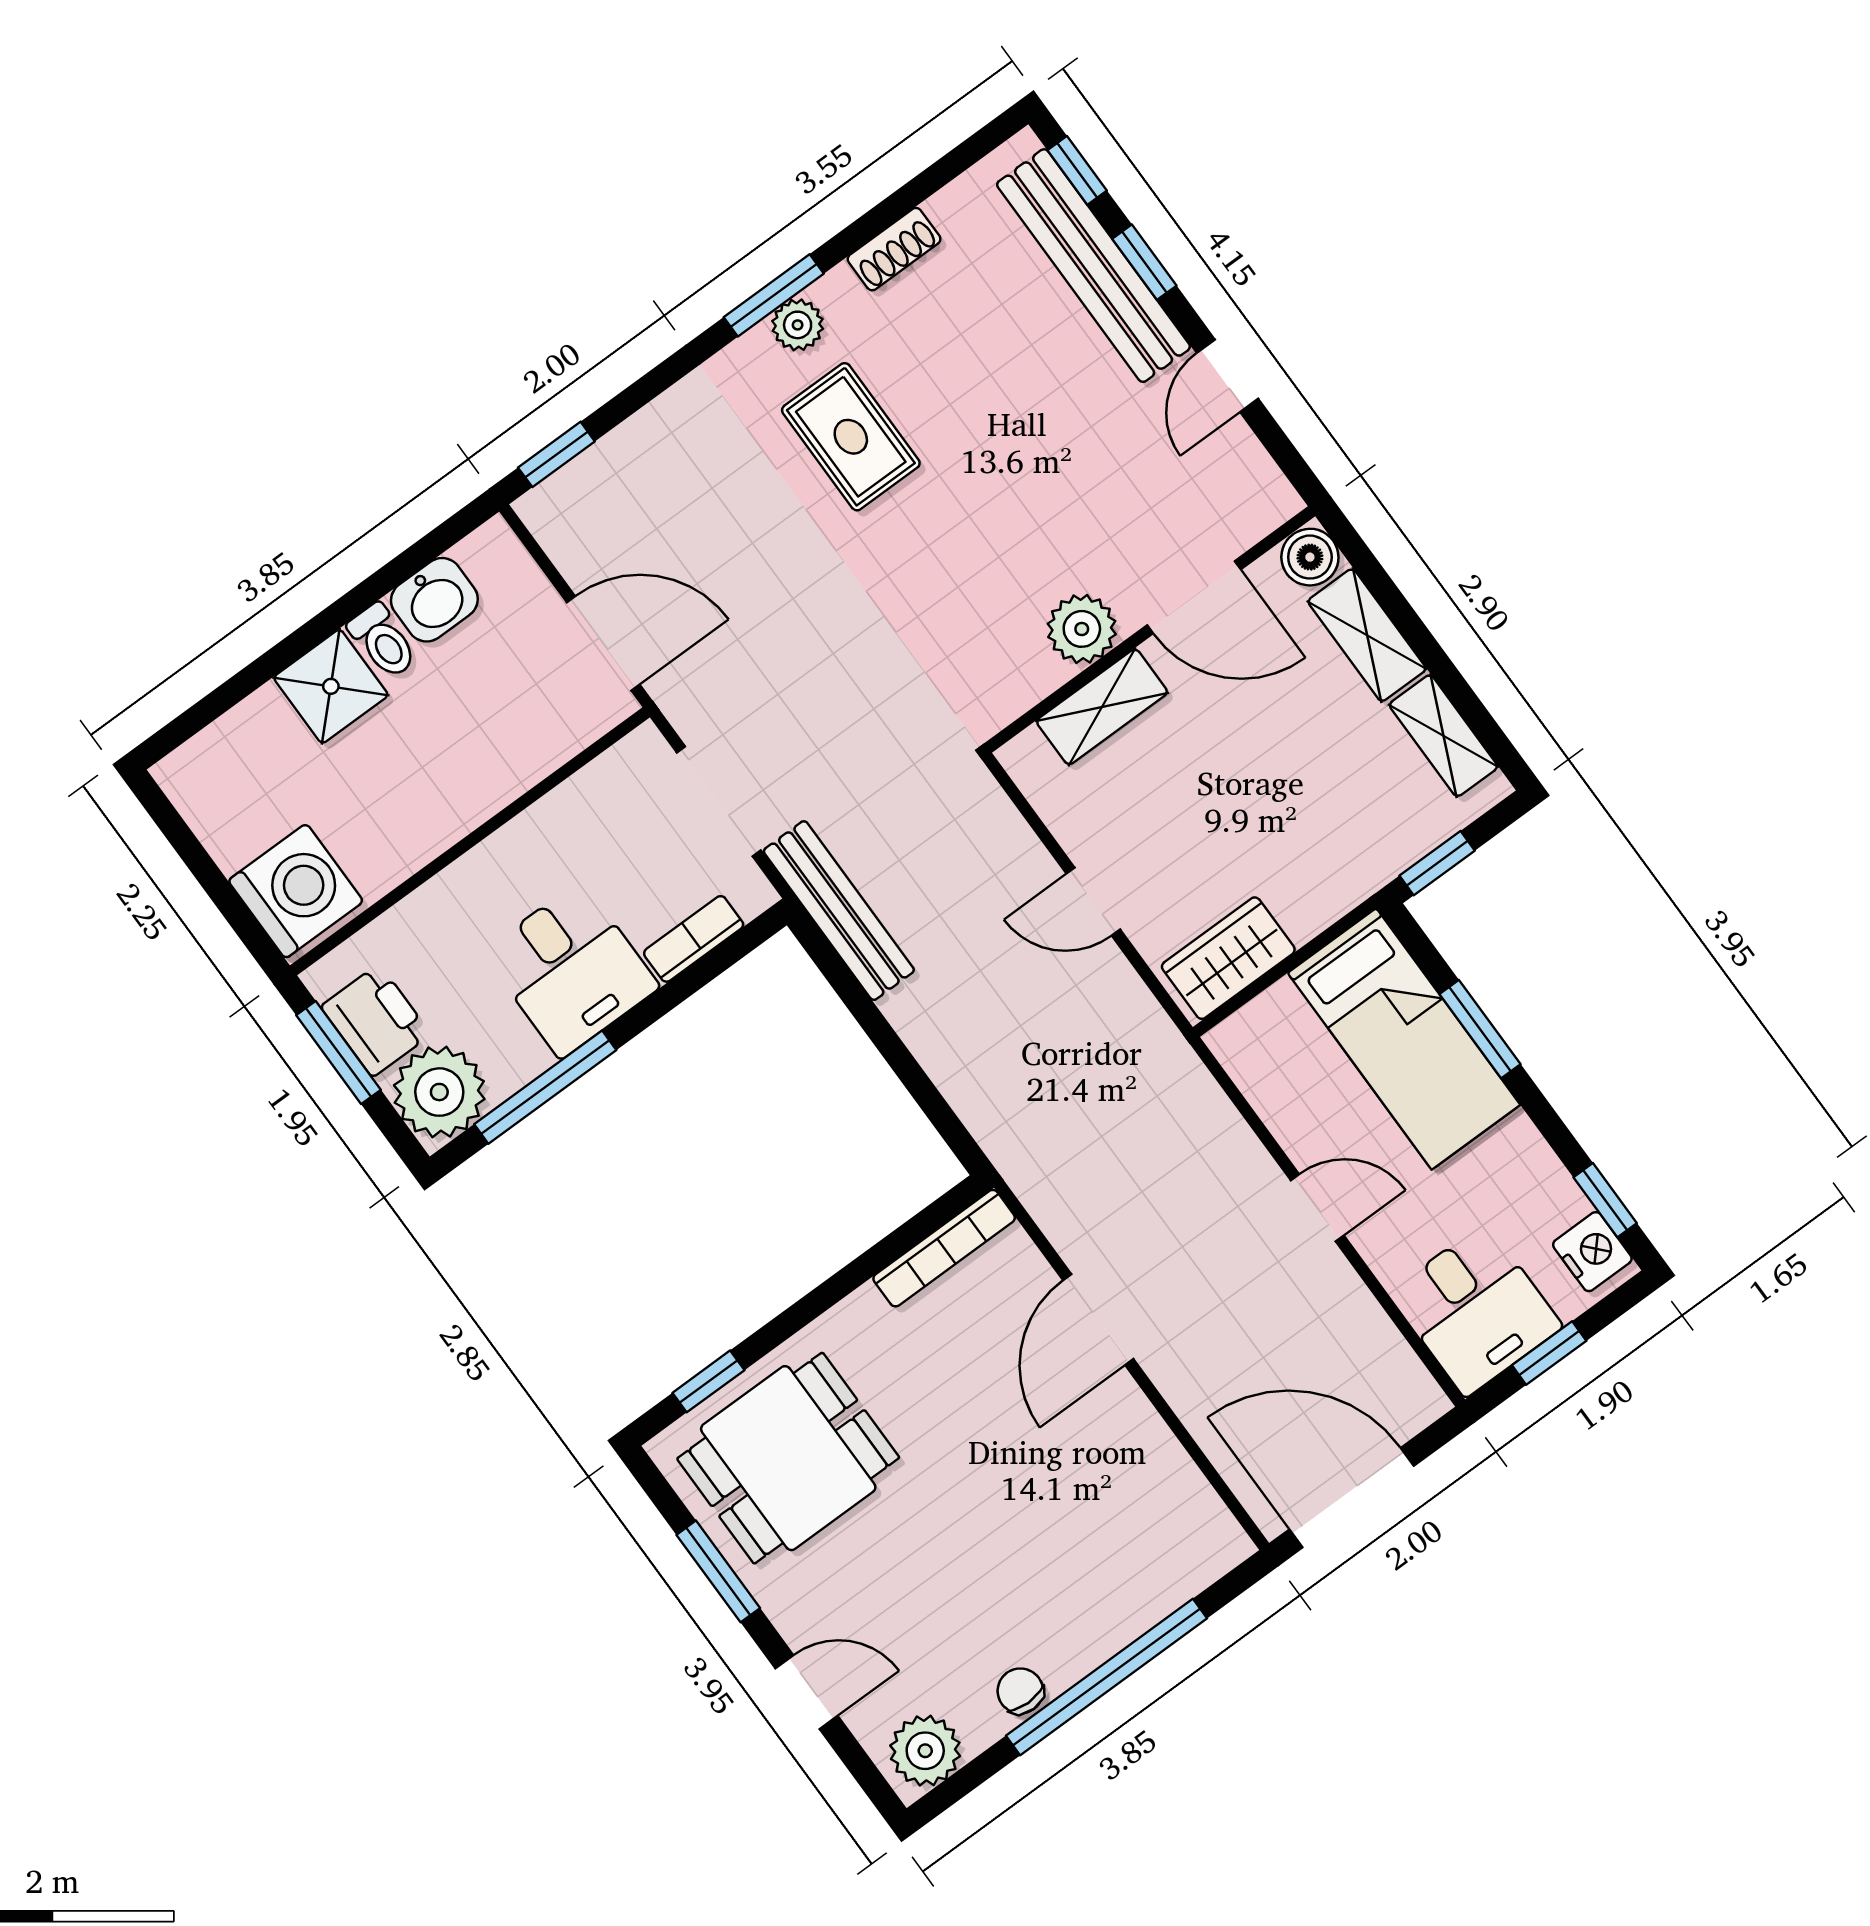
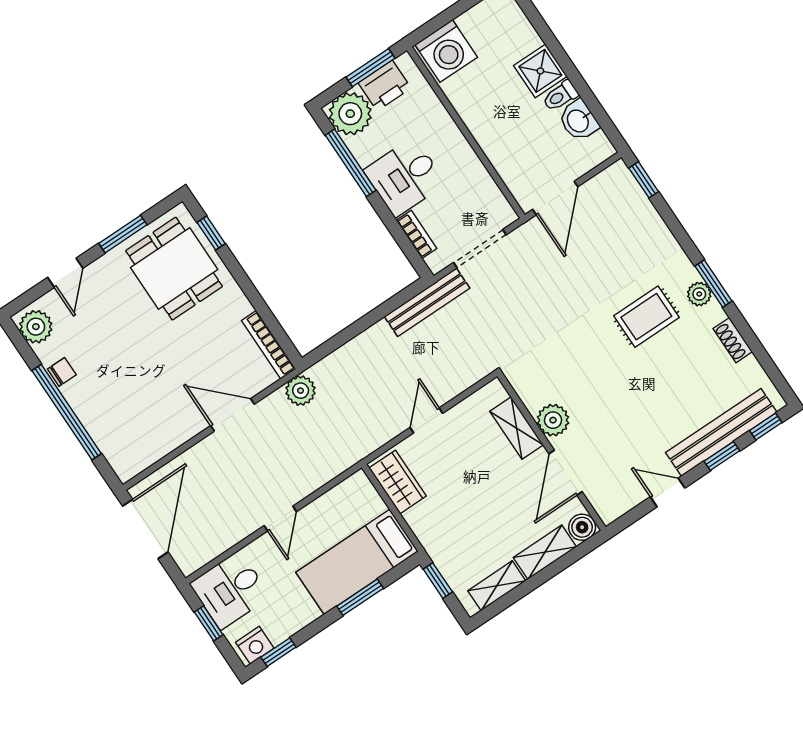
plant: (1040, 1175) -> (301, 391), added

